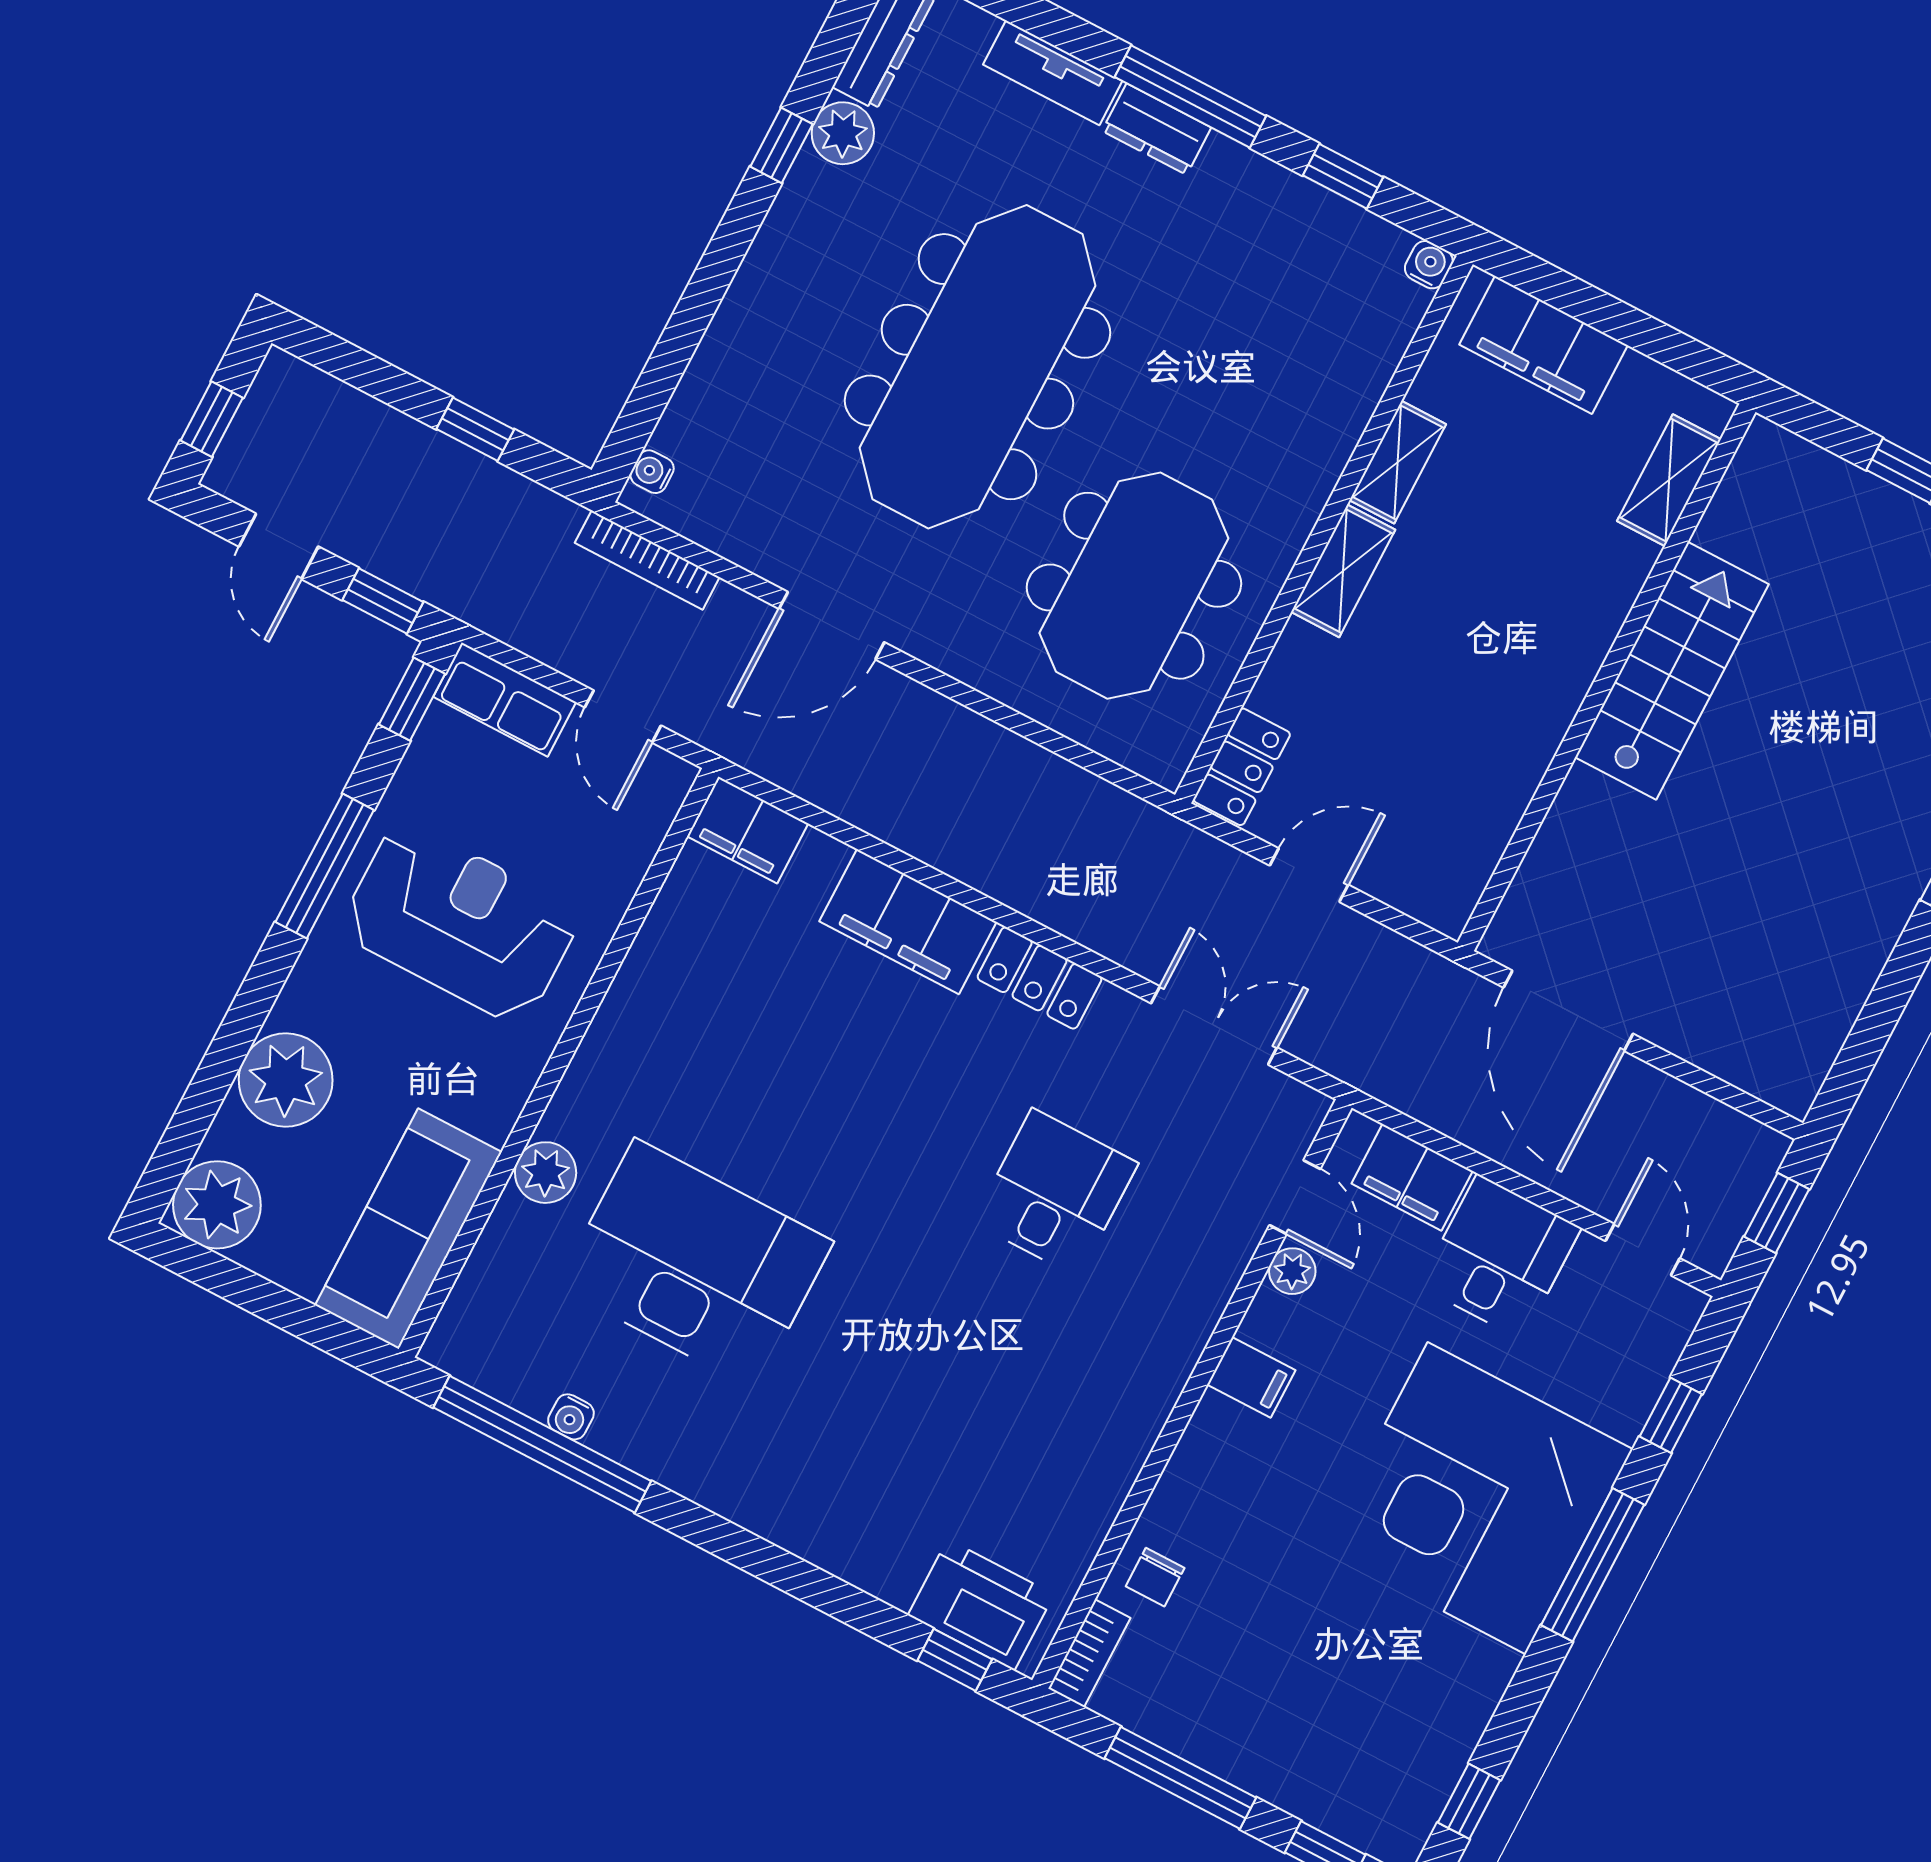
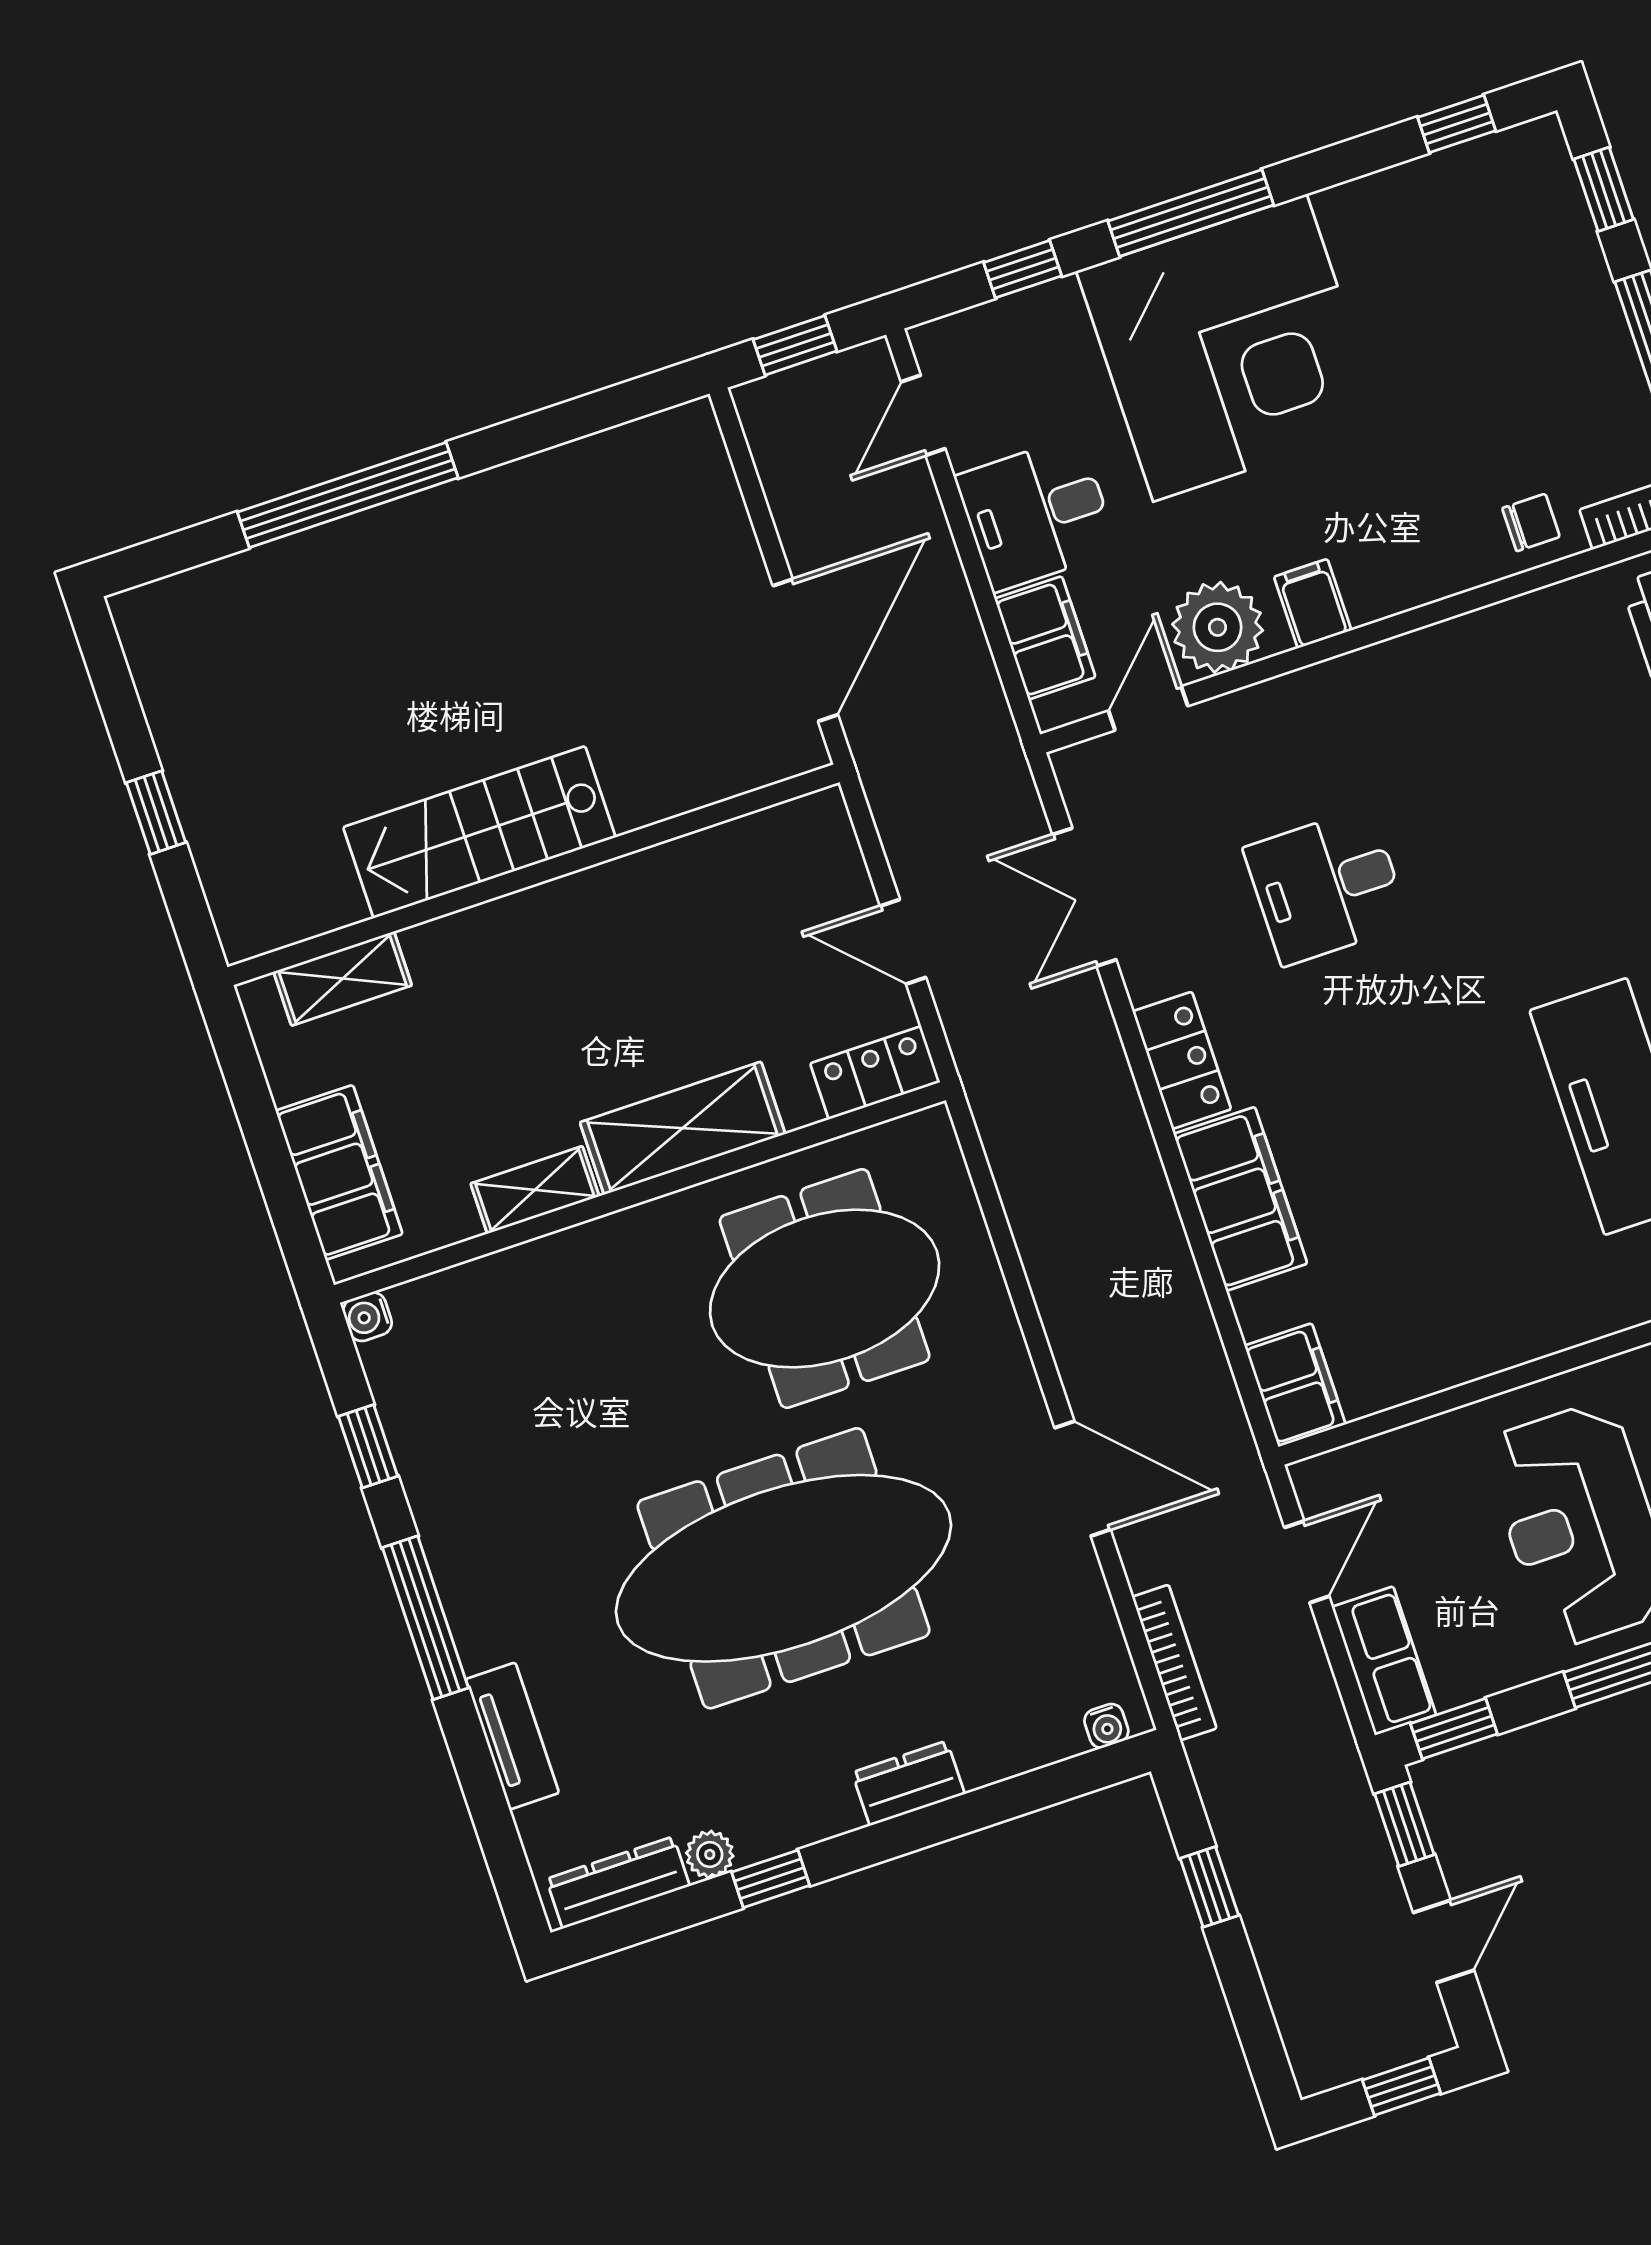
dresser: (1157, 129) -> (908, 1783), moved, turned -90
plant: (843, 133) -> (710, 1854), width x0.73, depth x0.73
shelving: (1343, 571) -> (683, 1128), width x1.50, depth x1.33
plant: (1292, 1271) -> (1218, 627), width x1.87, depth x1.87

